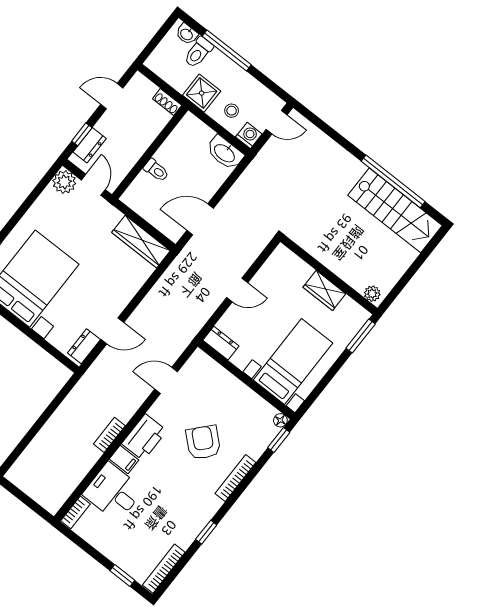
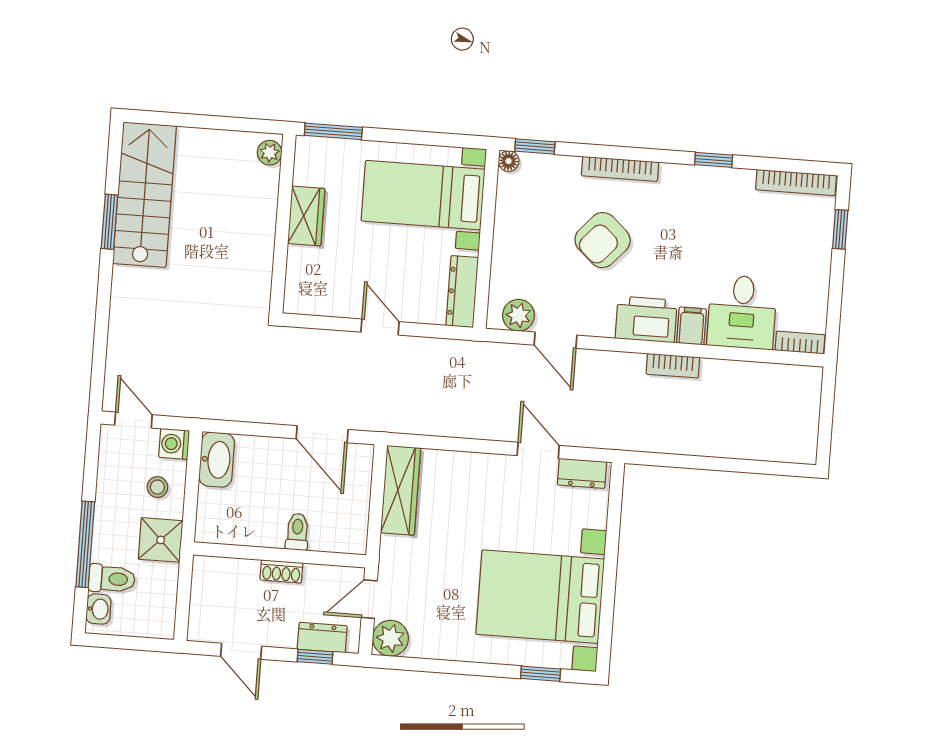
shoe rack: (167, 102) -> (281, 571), moved, turned 90
window: (393, 181) -> (109, 222), width x0.47
dresser: (221, 343) -> (462, 292), width x1.44
plant: (193, 369) -> (518, 315), added

